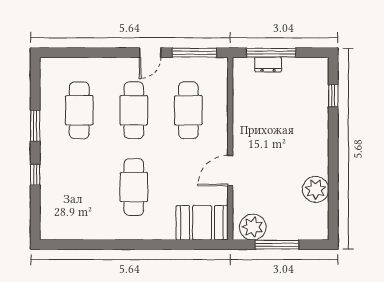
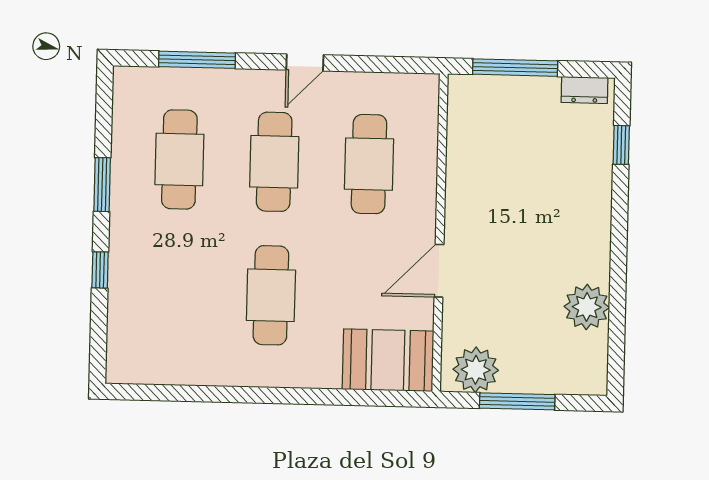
window: (194, 53) -> (197, 60), moved
dresser: (268, 65) -> (584, 90), moved

